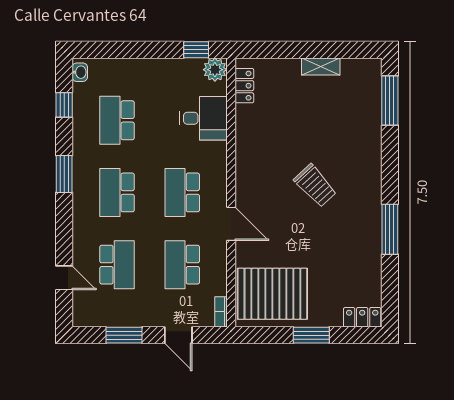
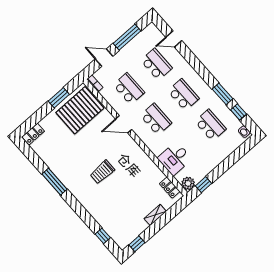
window: (354, 50) -> (137, 244), added
shelving: (321, 66) -> (155, 215), moved
window: (390, 100) -> (103, 236), width x0.46
window: (64, 174) -> (223, 94), moved
trolley: (315, 186) -> (102, 172), turned -47
school desk: (117, 265) -> (156, 64), turned 180
window: (124, 335) -> (127, 37), width x1.44
window: (311, 335) -> (59, 98), moved

